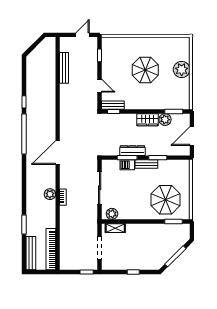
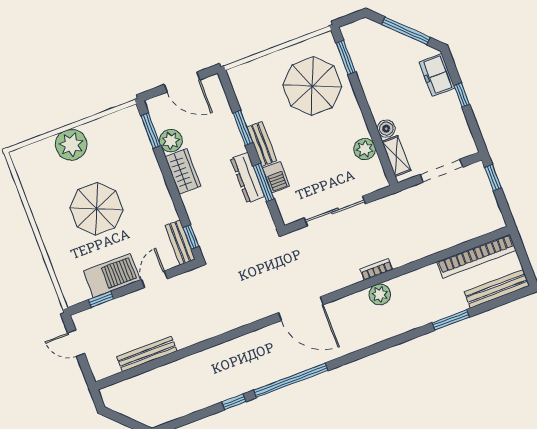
barbecue: (109, 65) -> (112, 276), added
plant: (112, 214) -> (365, 149), moved
boiler: (131, 228) -> (386, 129), added
freezer: (148, 263) -> (437, 75), added

